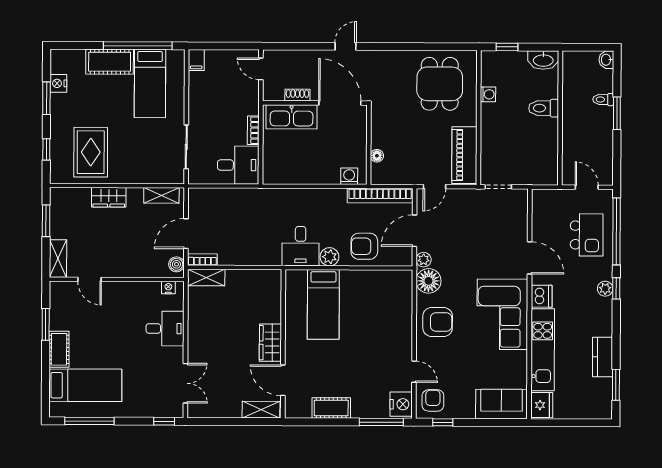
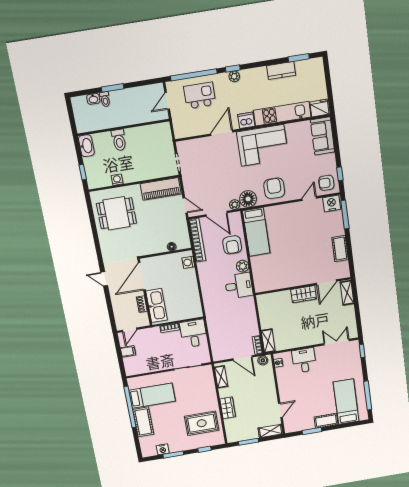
filing cabinet: (196, 60) -> (128, 351), moved
washbasin: (606, 60) -> (93, 99), moved
bed: (323, 304) -> (256, 232), moved, turned 90

